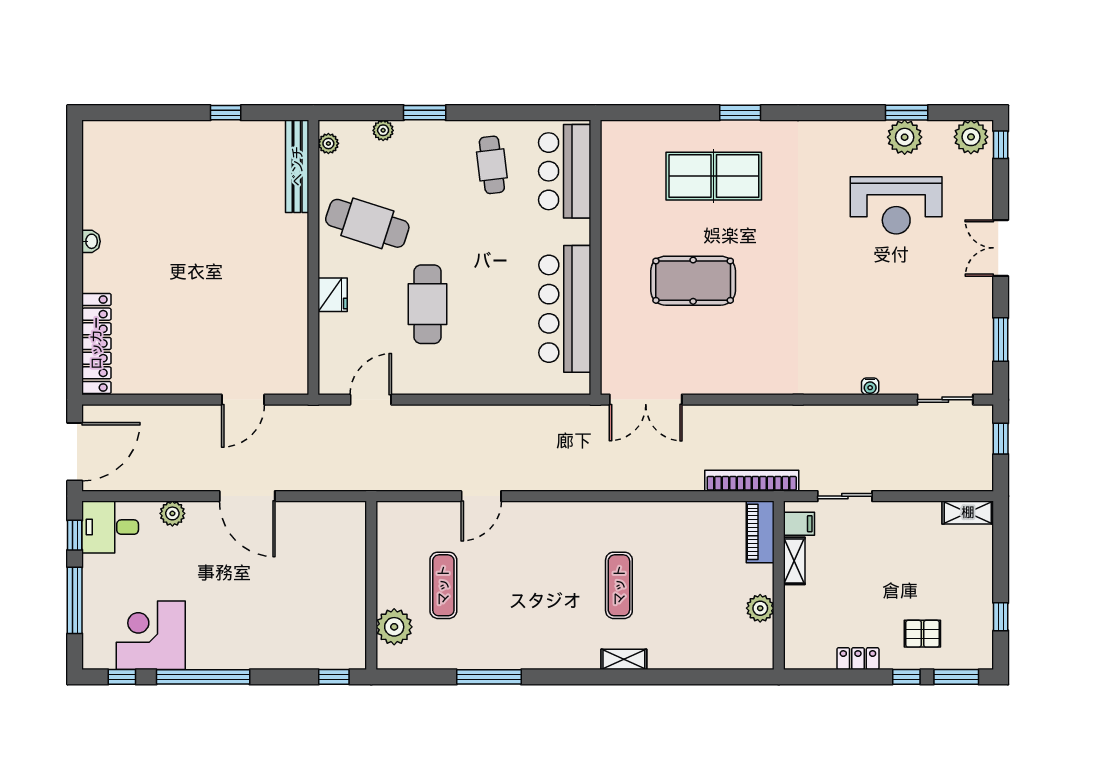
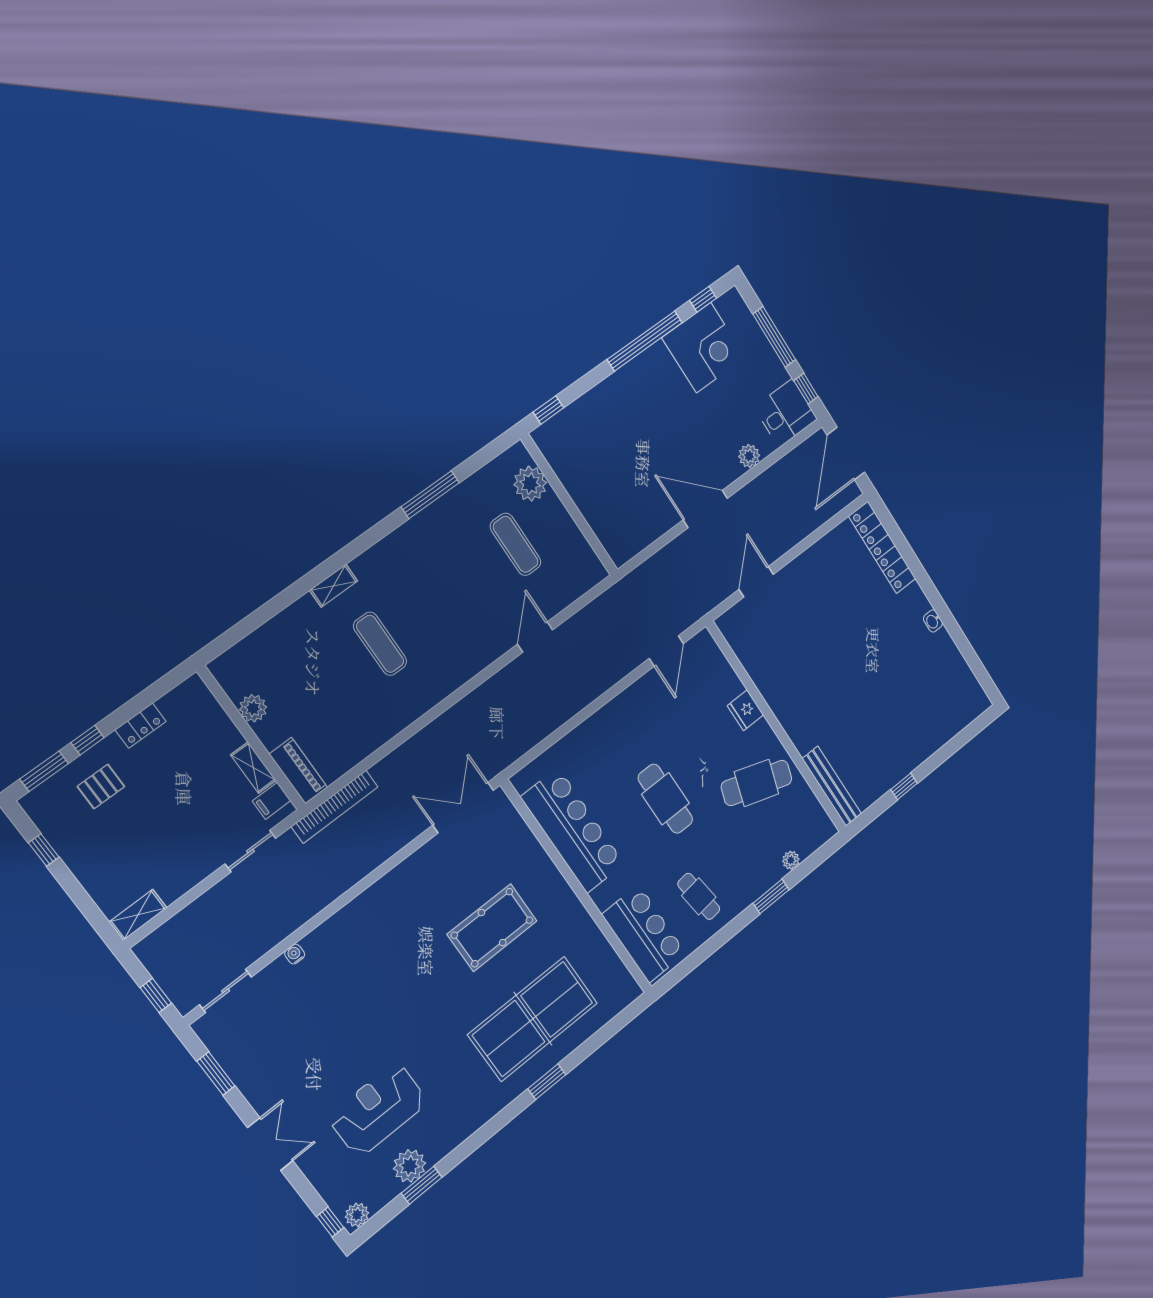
plant: (971, 137) -> (357, 1215), width x0.73, depth x0.73
plant: (328, 143) -> (822, 820), removed
table tennis table: (714, 176) -> (533, 1019), width x1.36, depth x1.32
cafe table: (428, 304) -> (665, 799), moved

